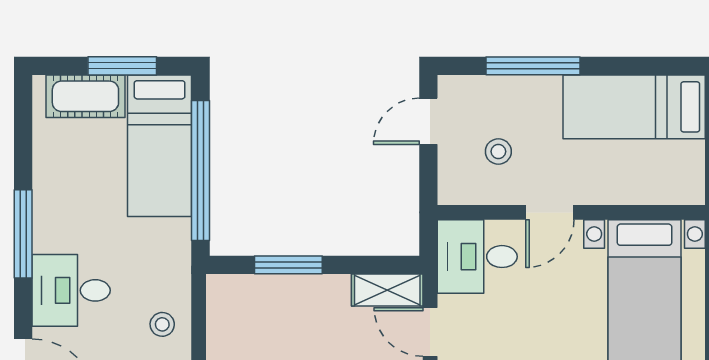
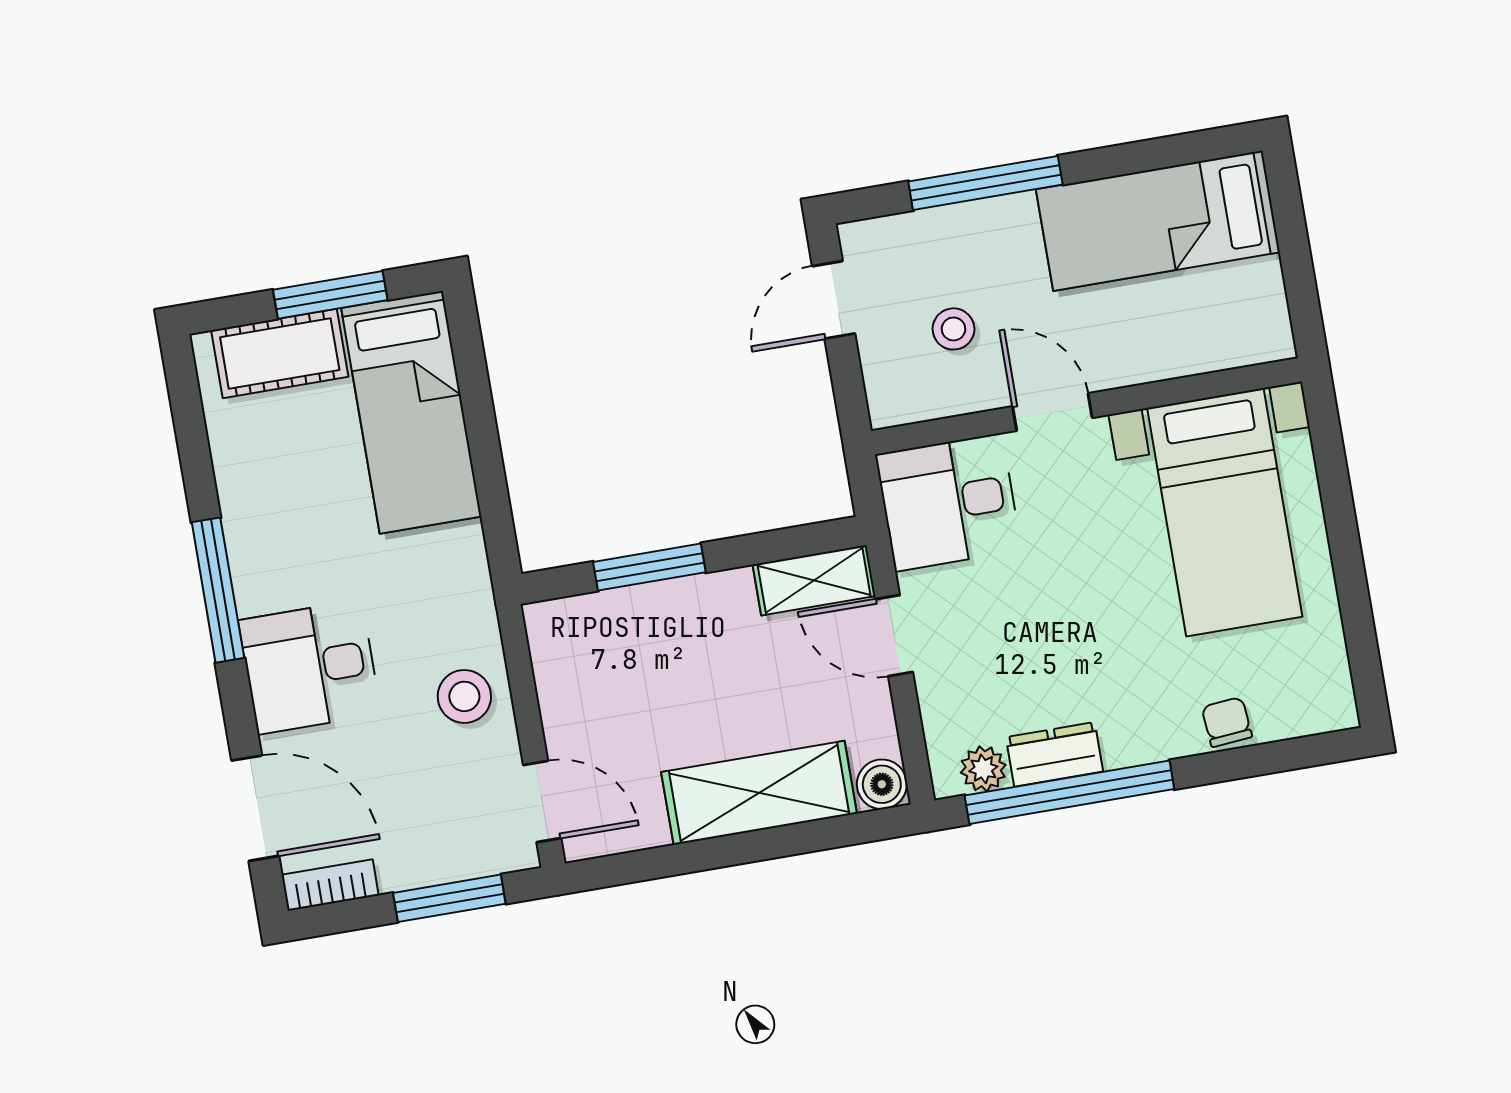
window: (200, 170) -> (483, 440), removed
door: (550, 212) -> (1052, 412), swing flipped
stool: (162, 324) -> (464, 696), width x1.37, depth x1.37

